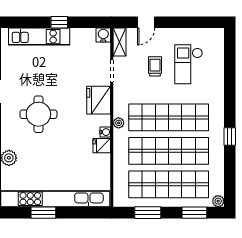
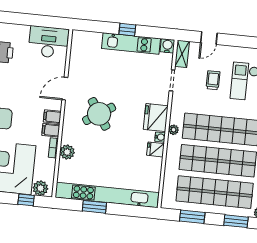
kitchen unit: (39, 37) -> (131, 44), moved
fridge: (99, 100) -> (156, 118), moved
round table: (38, 114) -> (99, 114), turned -33

